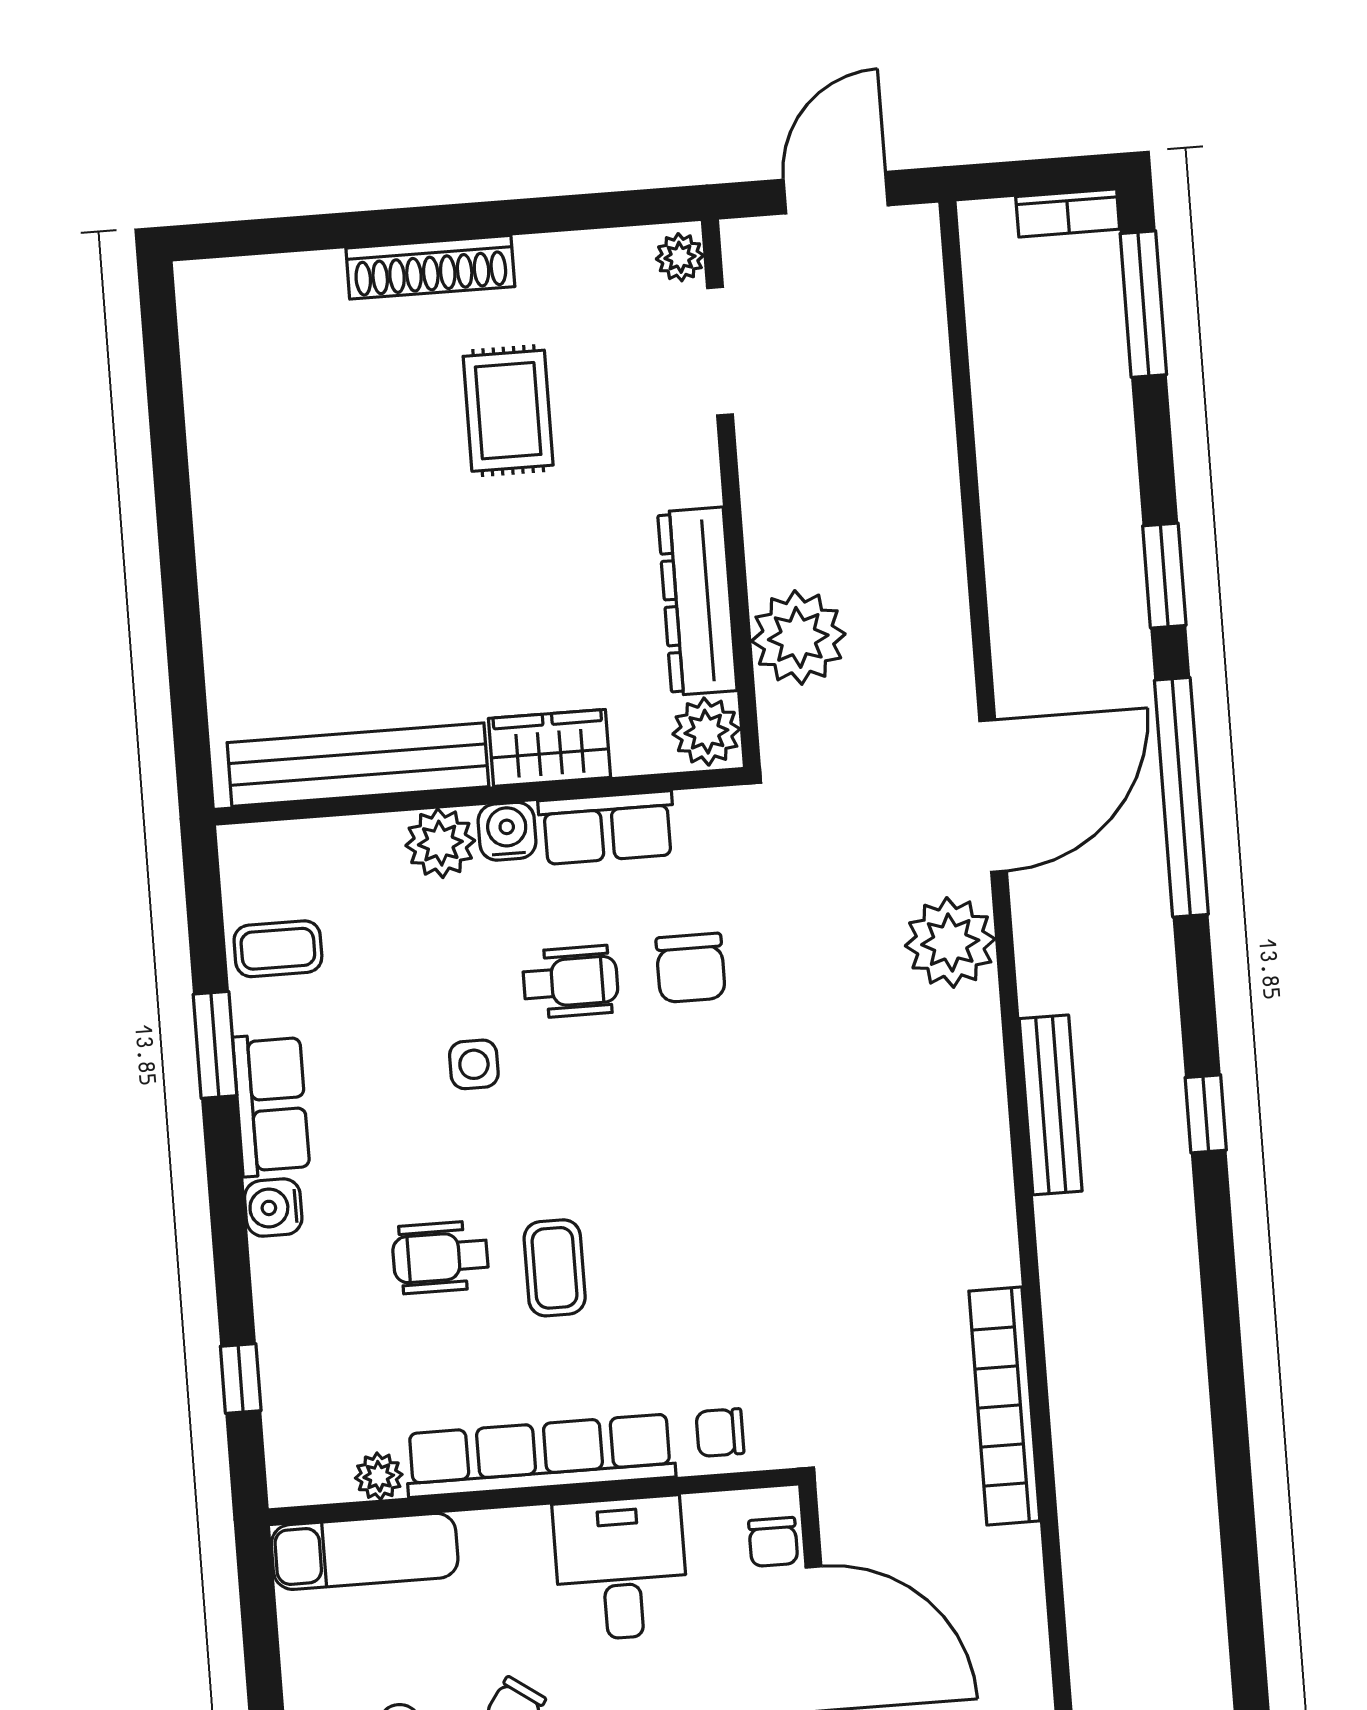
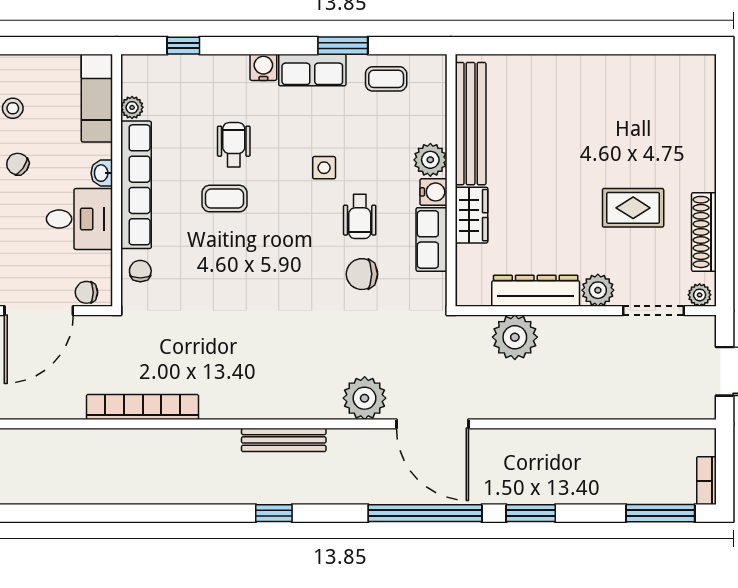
shoe rack: (430, 267) -> (704, 232), moved
plant: (706, 732) -> (598, 290), moved
coffee table: (278, 949) -> (386, 79), turned 90
washbasin: (521, 1529) -> (102, 173), added

